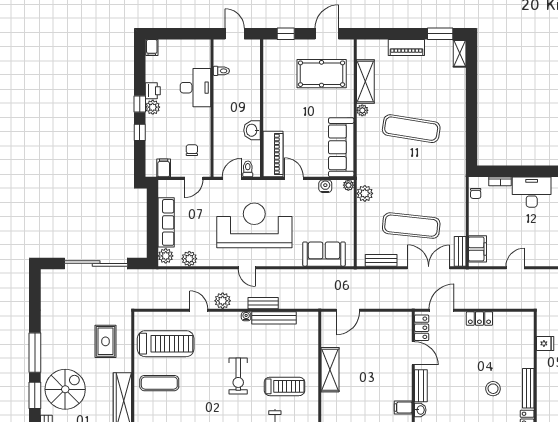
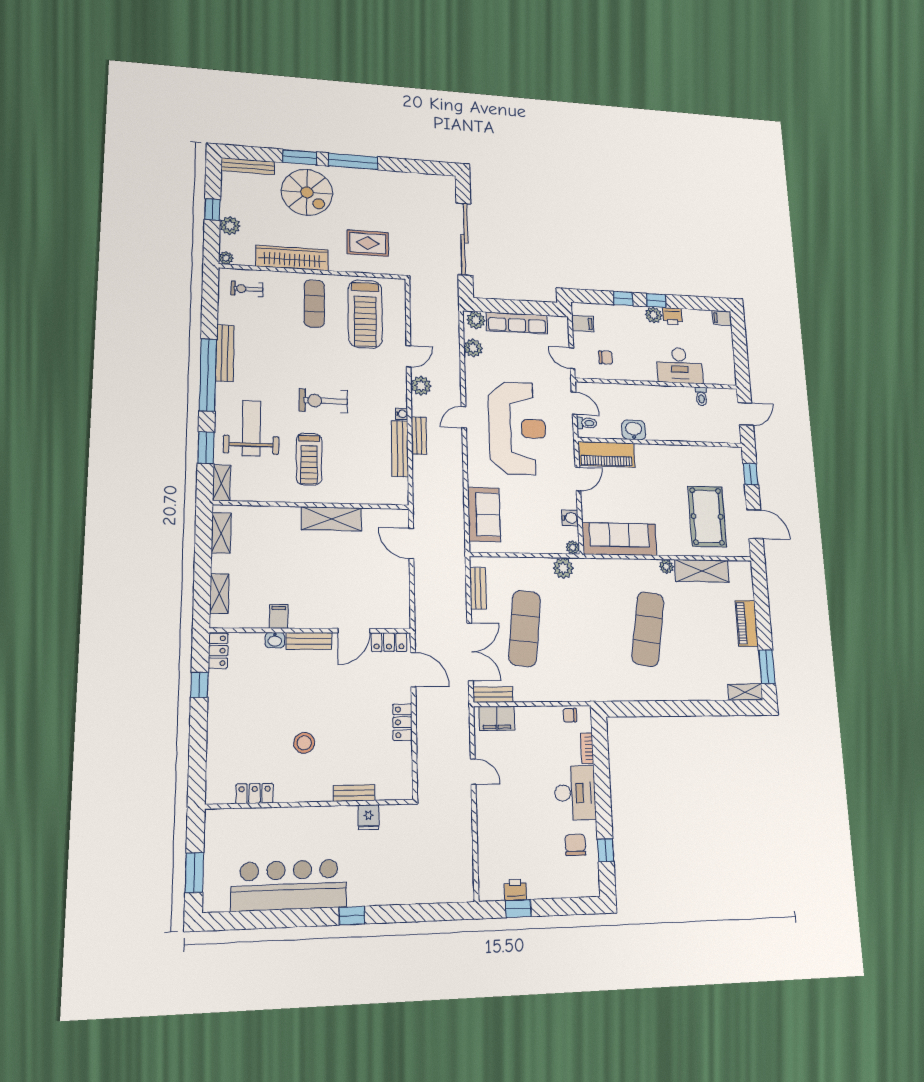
bench: (528, 388) -> (354, 793), moved, width x0.73

